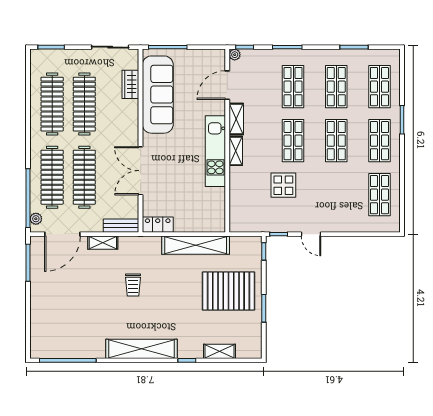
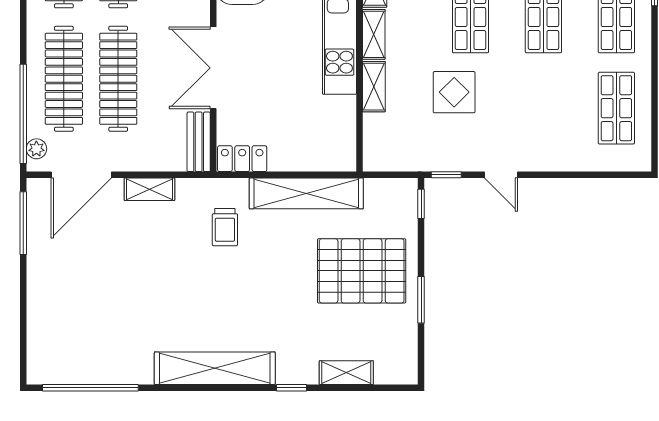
shelving: (236, 182) -> (374, 87), added
bench: (121, 226) -> (199, 142), moved, turned 90
trolley: (133, 285) -> (225, 227), moved

